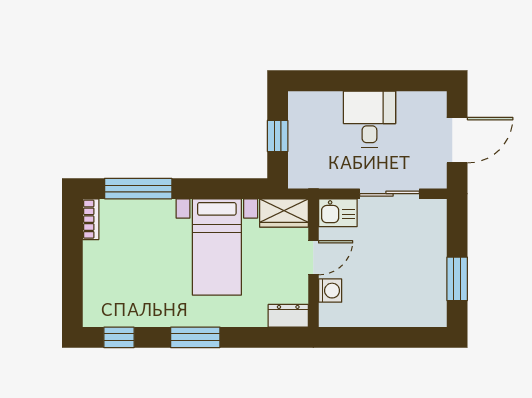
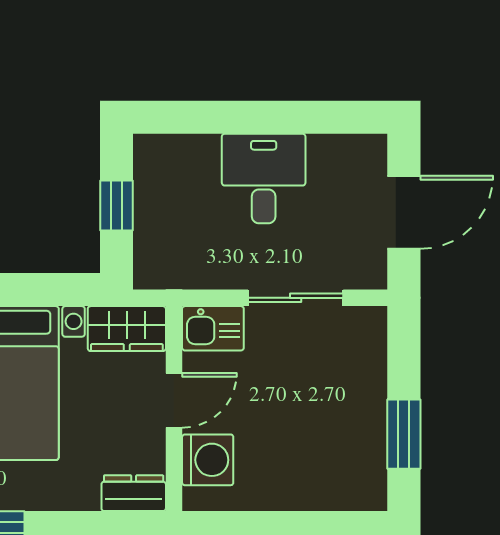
washing machine: (330, 291) -> (208, 460), width x1.38, depth x1.38

